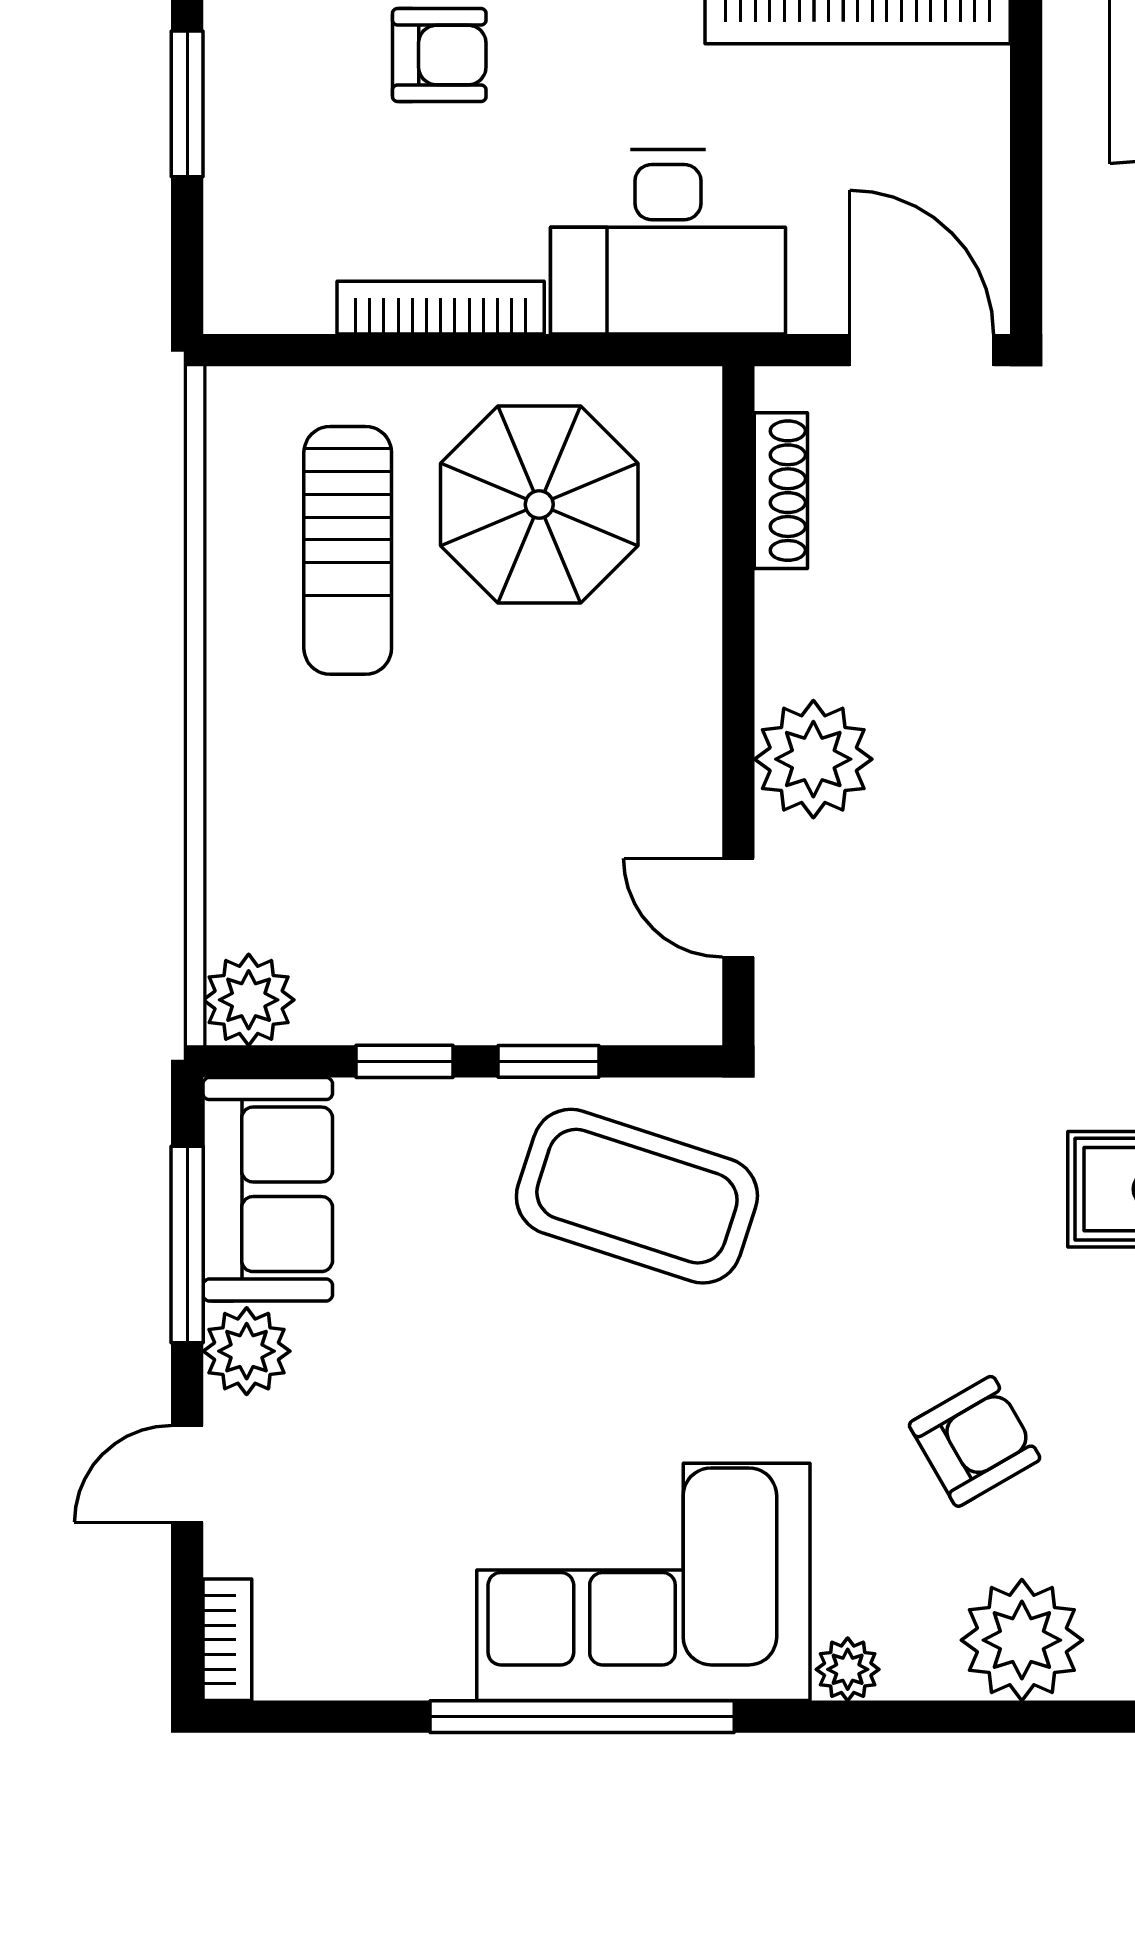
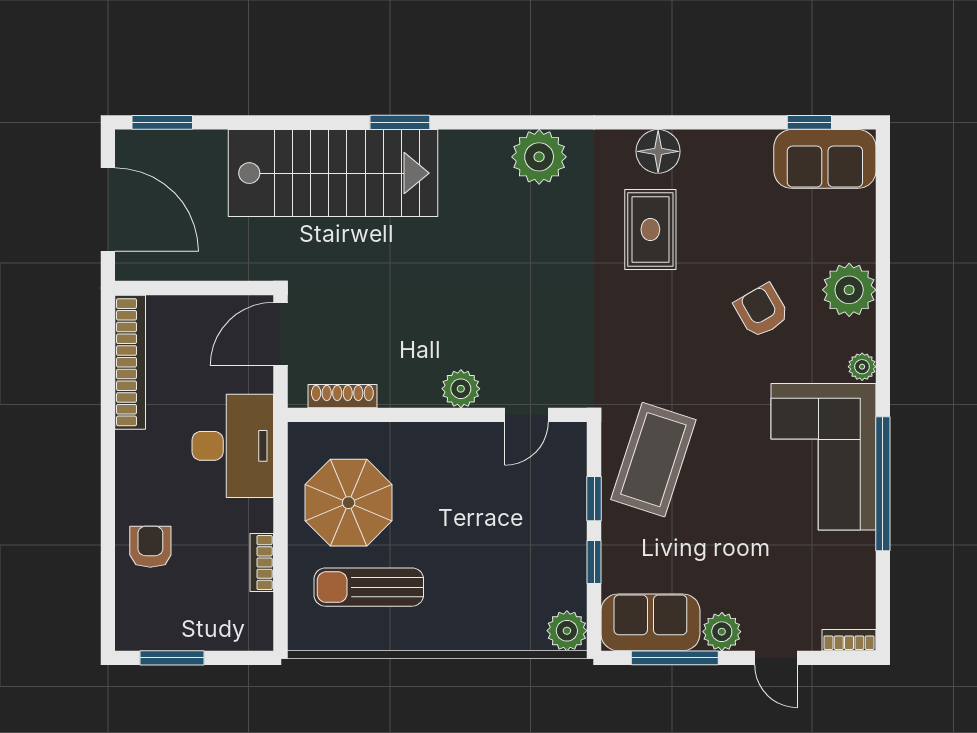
bookcase: (441, 308) -> (262, 563), width x0.64
sun lounger: (348, 550) -> (369, 587), turned 180
plant: (813, 759) -> (461, 389), width x0.73, depth x0.73

